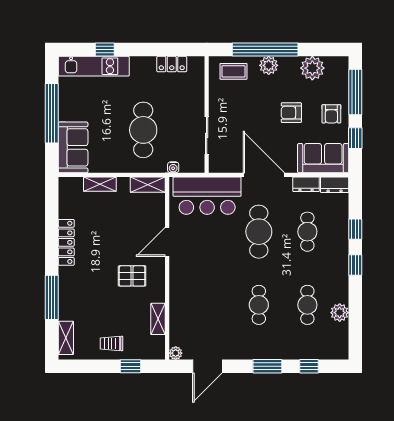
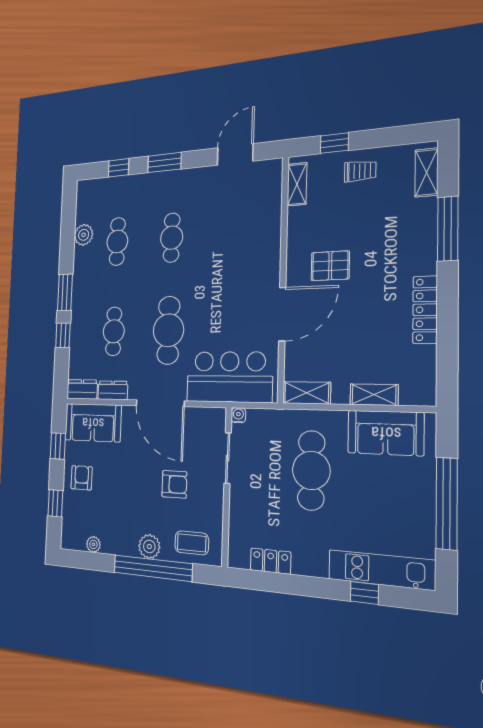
plant: (312, 68) -> (93, 544), width x0.53, depth x0.53
window: (355, 92) -> (55, 503), width x0.46
armchair: (291, 113) -> (174, 484), moved
sofa: (73, 147) -> (386, 433), moved, turned -90
water cooler: (173, 167) -> (238, 415), moved
door: (167, 242) -> (282, 314), width x1.36
window: (355, 265) -> (65, 292), width x1.50
shelving: (158, 319) -> (297, 184), moved
plant: (176, 353) -> (274, 167), removed

